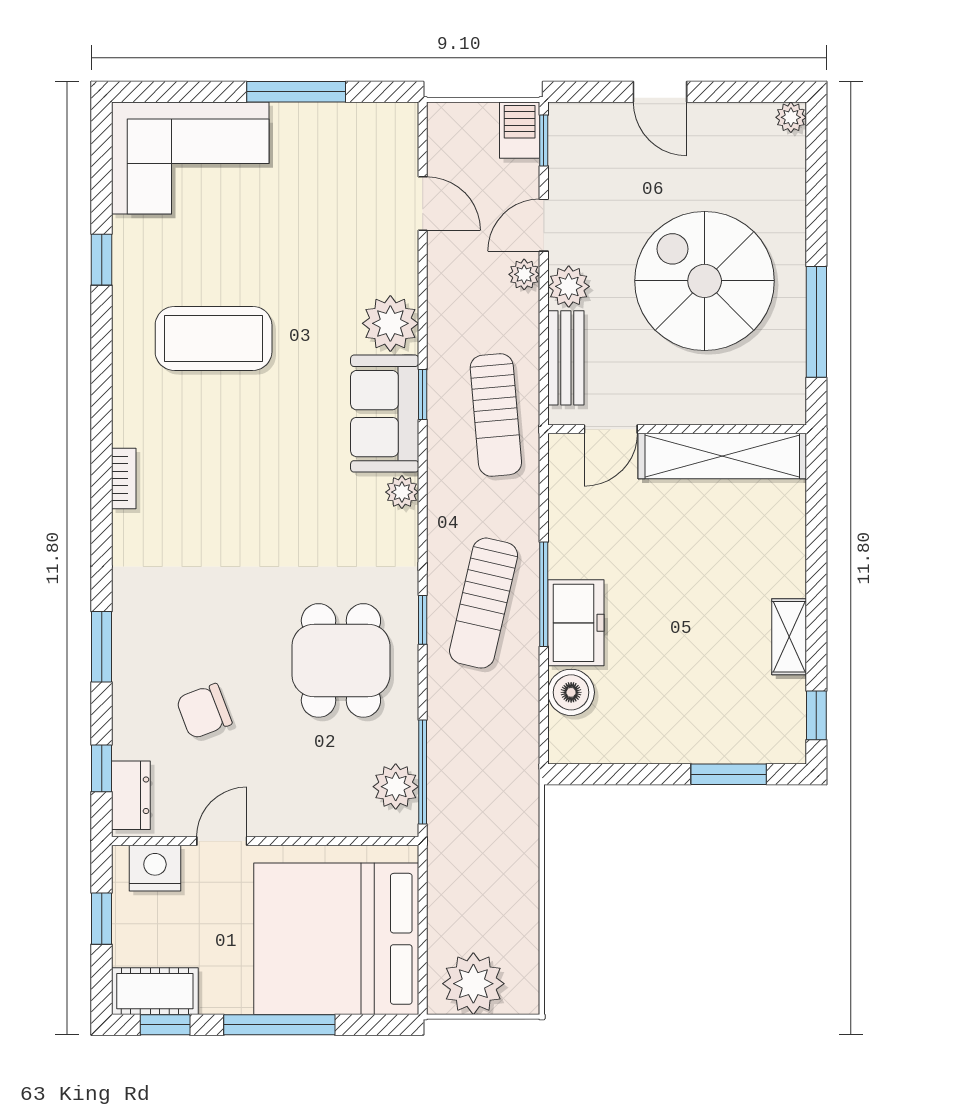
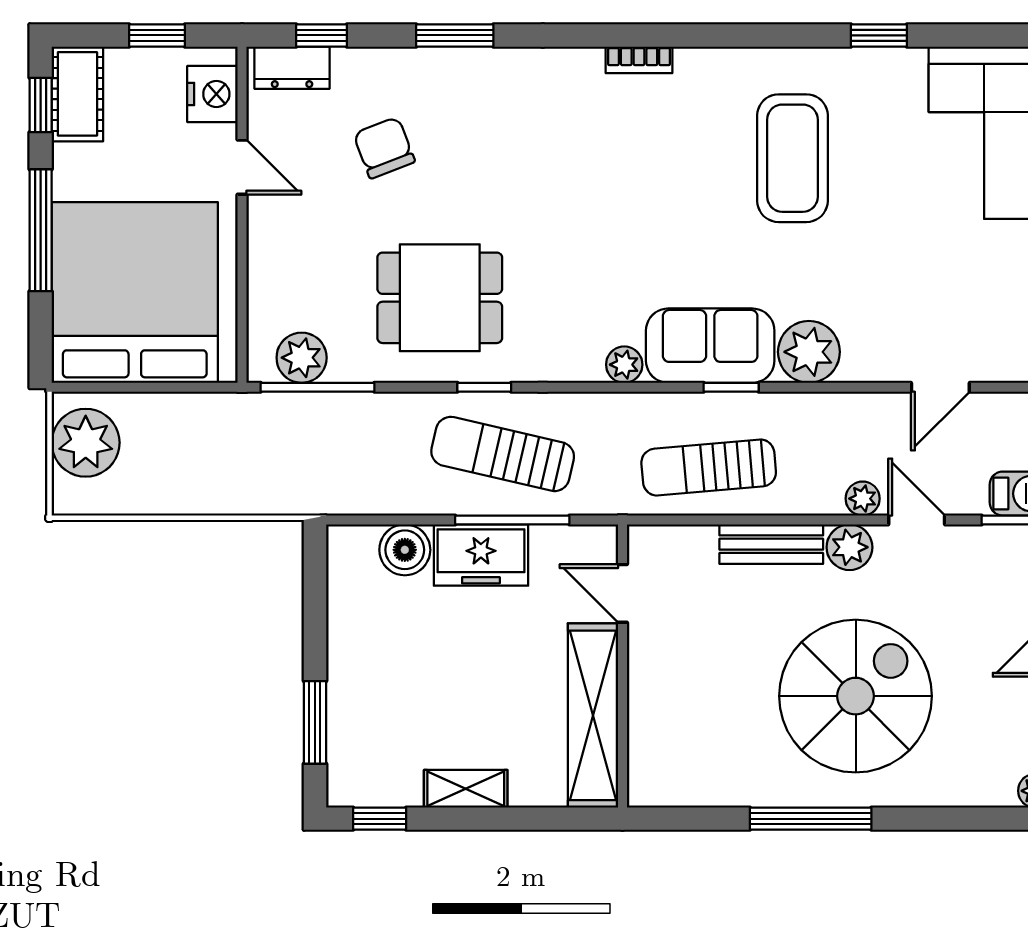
door: (611, 429) -> (622, 593), moved
wall: (677, 429) -> (622, 666), moved
shelving: (722, 456) -> (593, 715), moved

